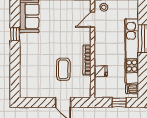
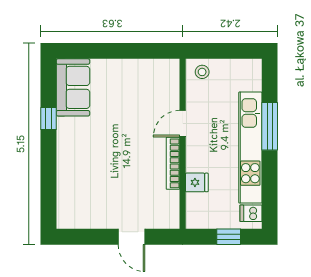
door: (93, 20) -> (183, 124), moved
coffee table: (63, 69) -> (132, 179), removed

